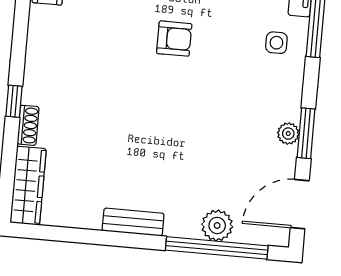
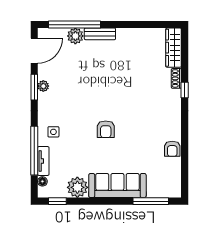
armchair: (174, 39) -> (106, 129), turned -90
bench: (133, 222) -> (100, 34), moved

